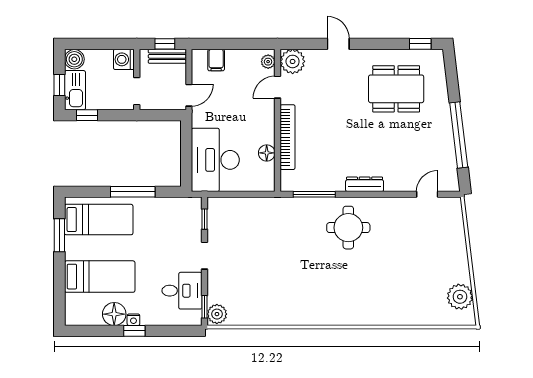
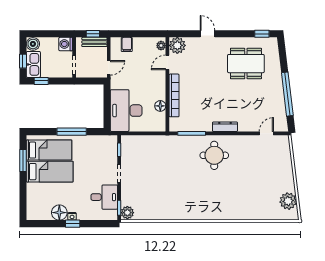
bed: (100, 277) -> (50, 172), moved

